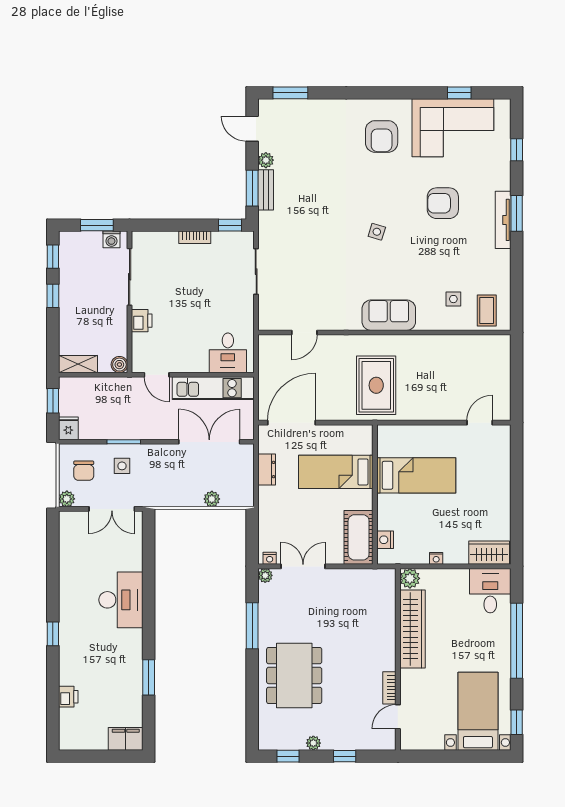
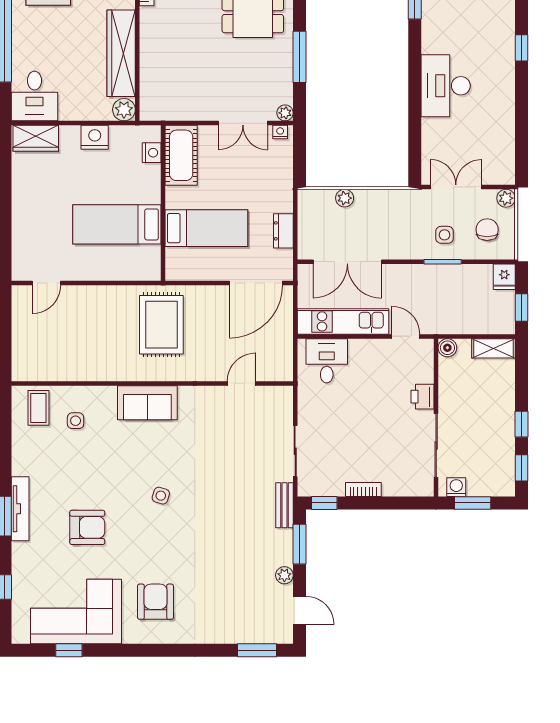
bench: (266, 190) -> (284, 505), moved
nightstand: (436, 558) -> (95, 137), width x1.89, depth x1.79

